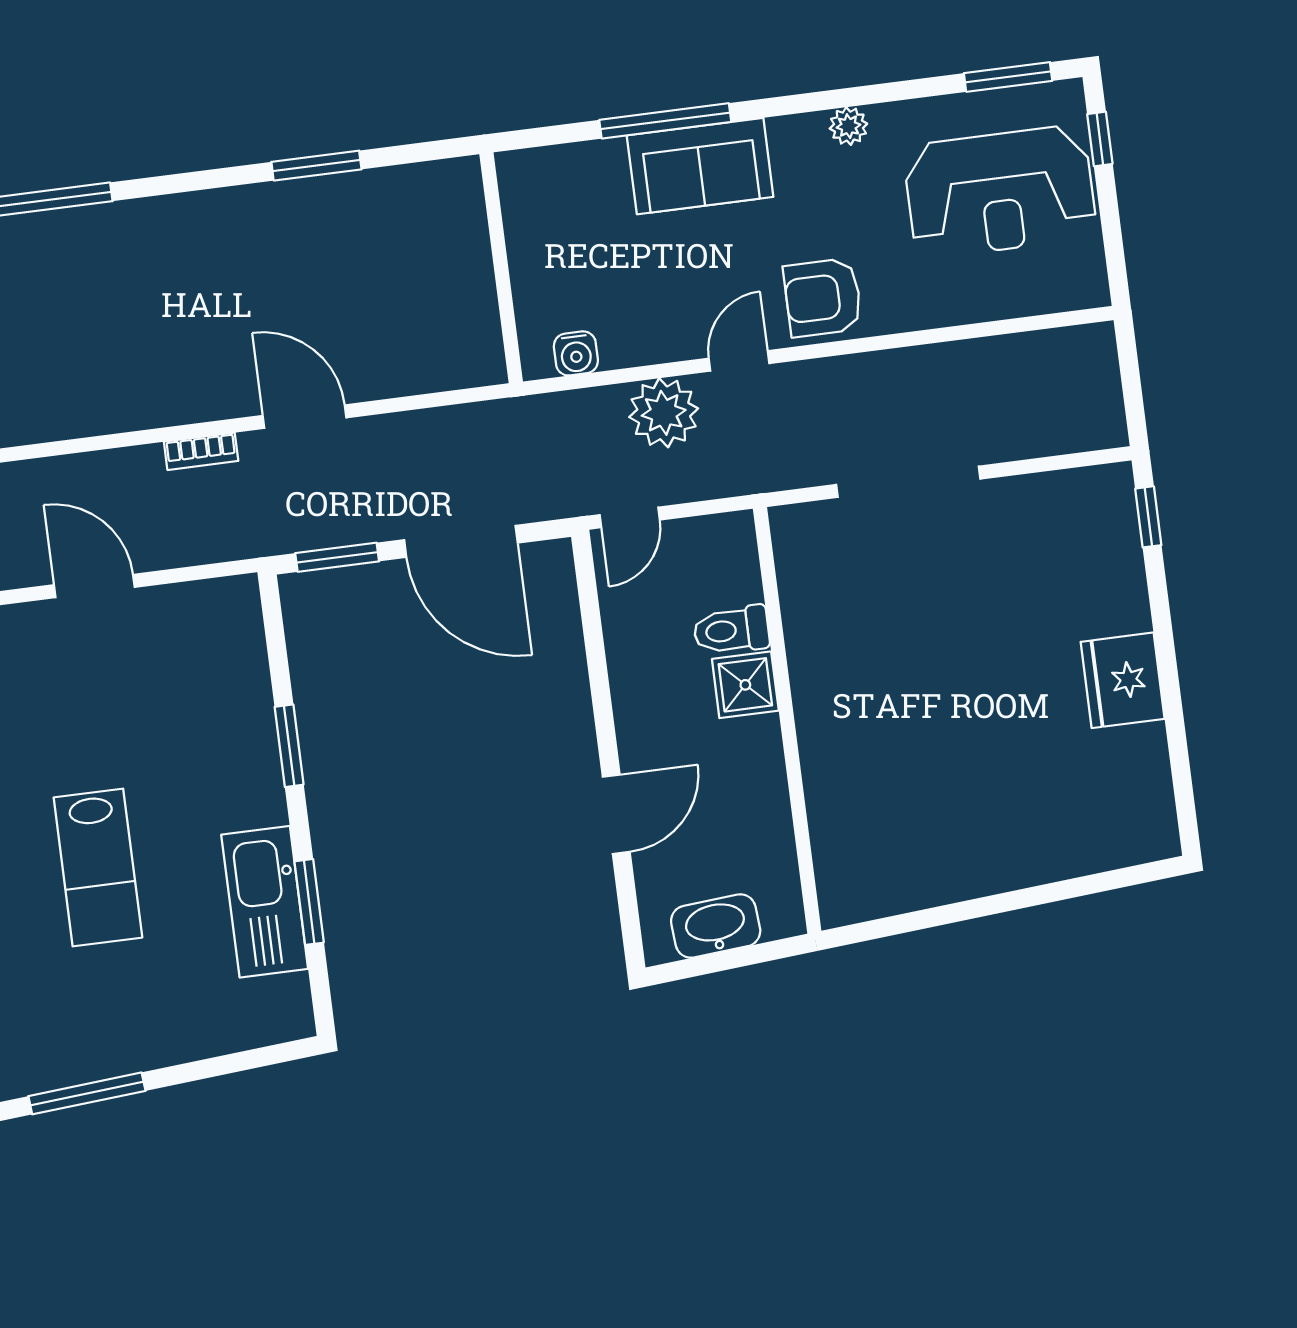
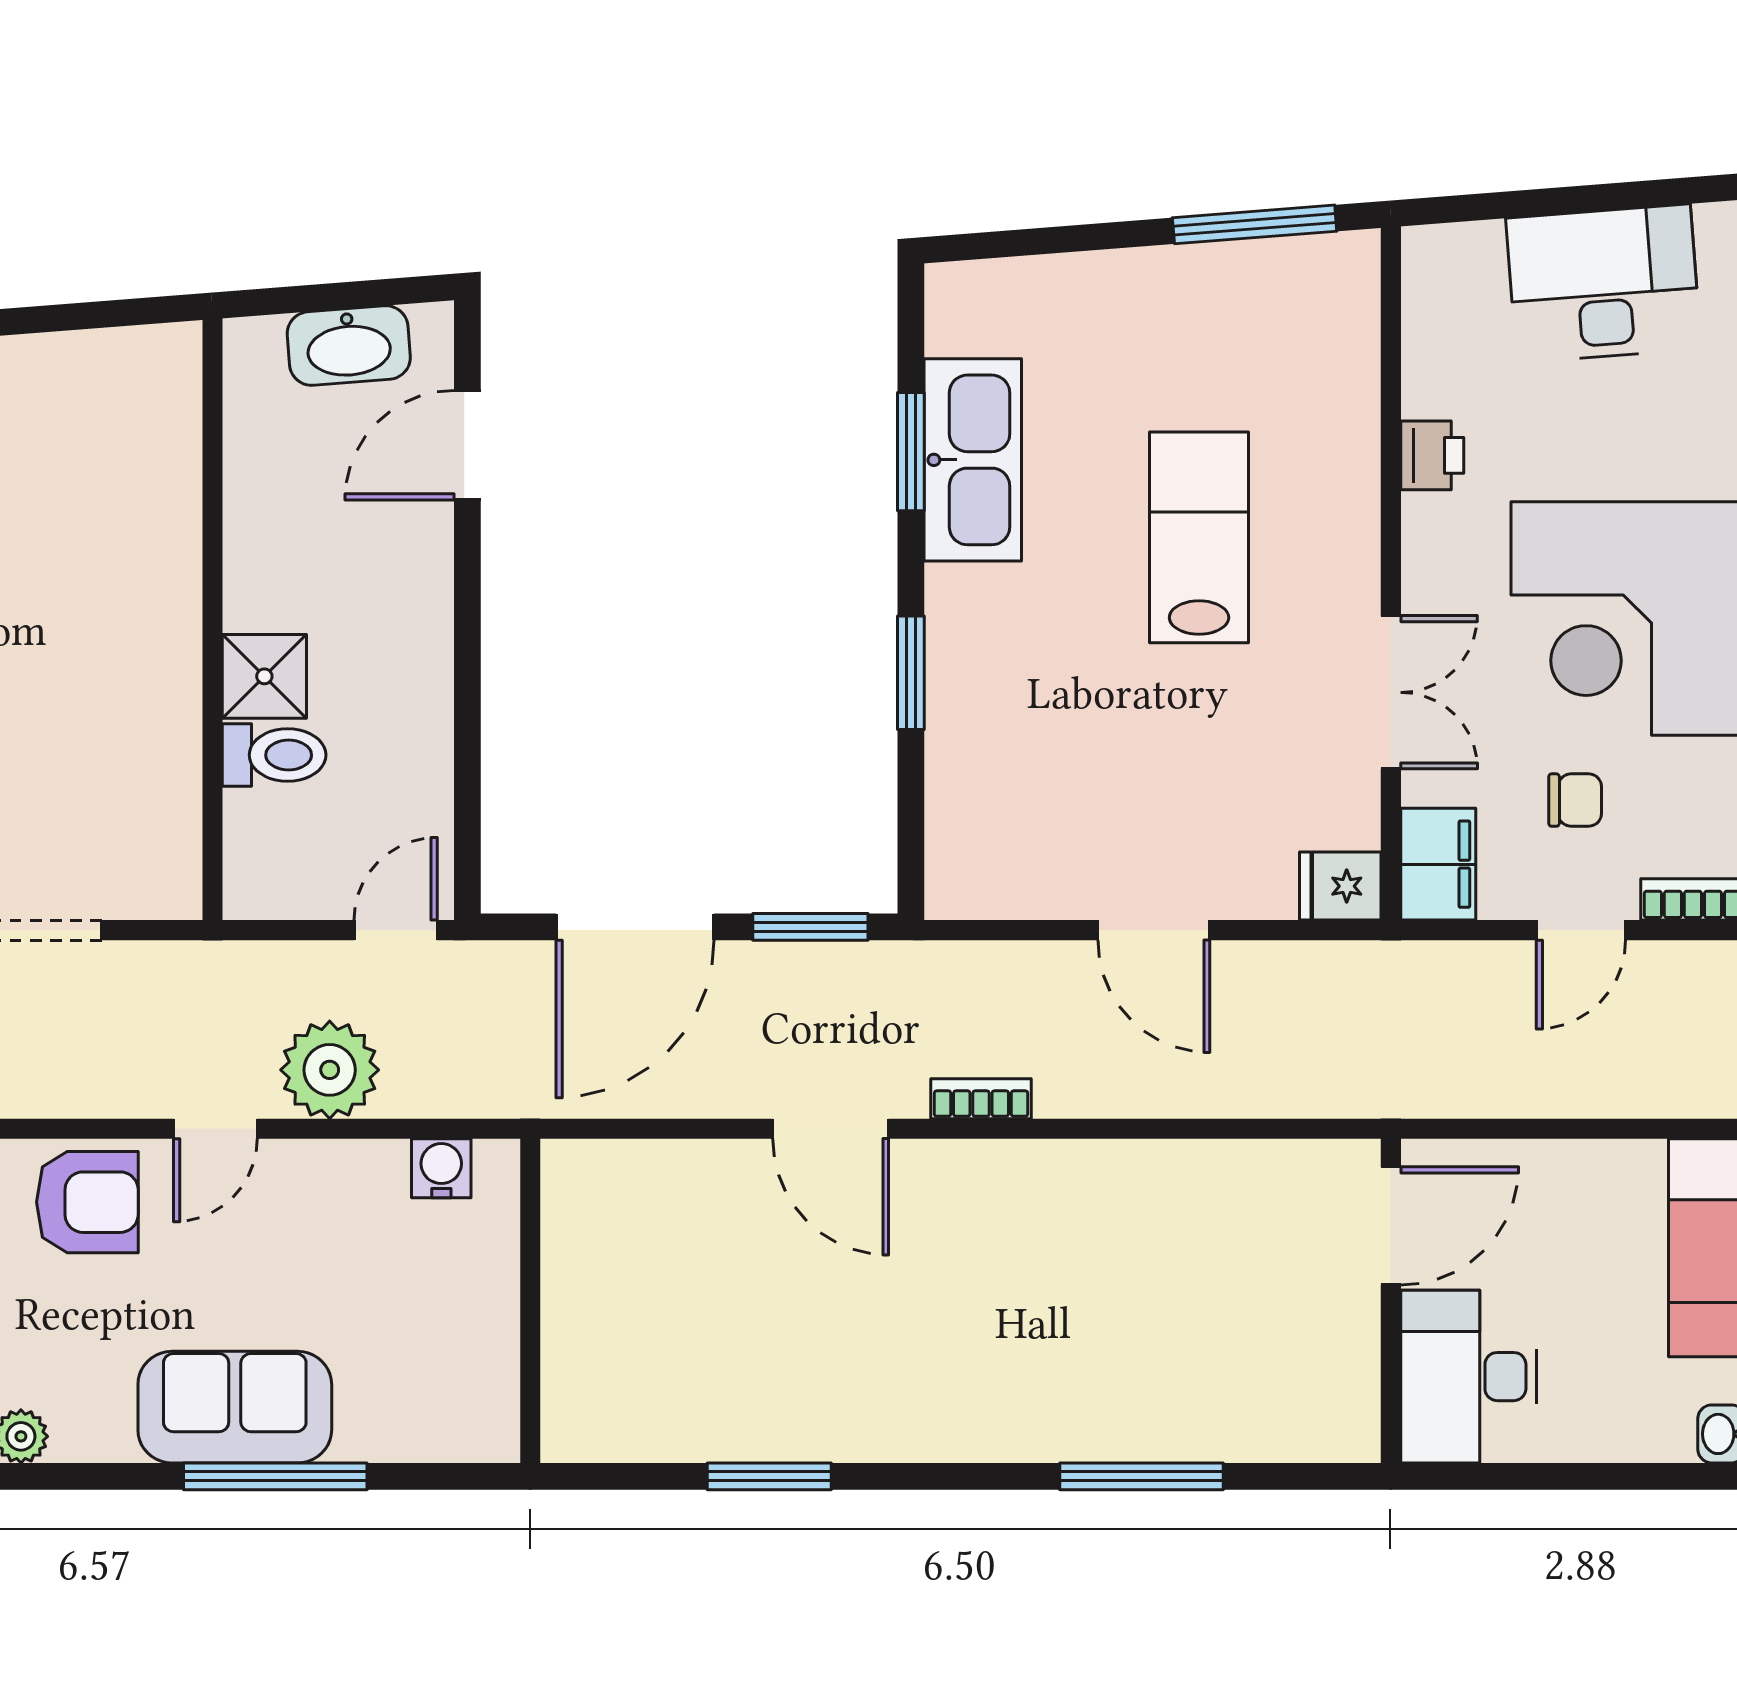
door: (461, 541) -> (635, 927), swing flipped
door: (616, 814) -> (467, 445), moved

